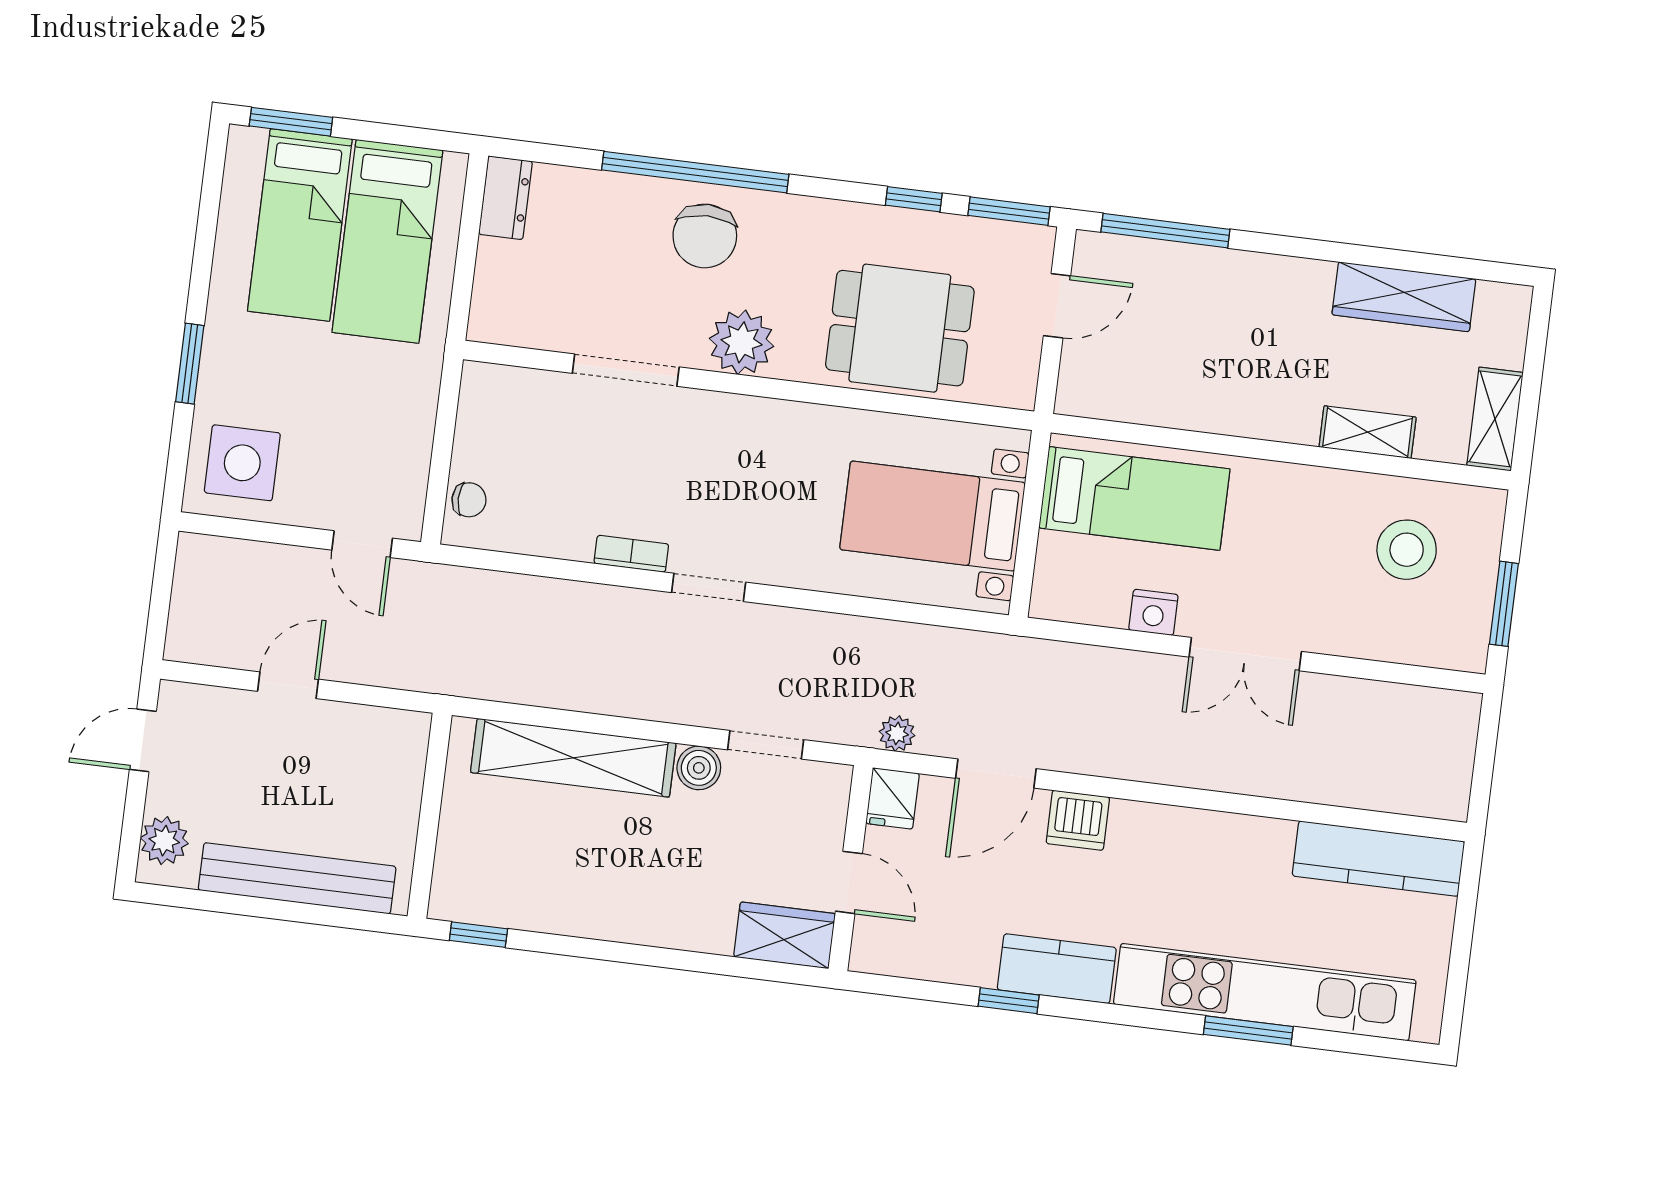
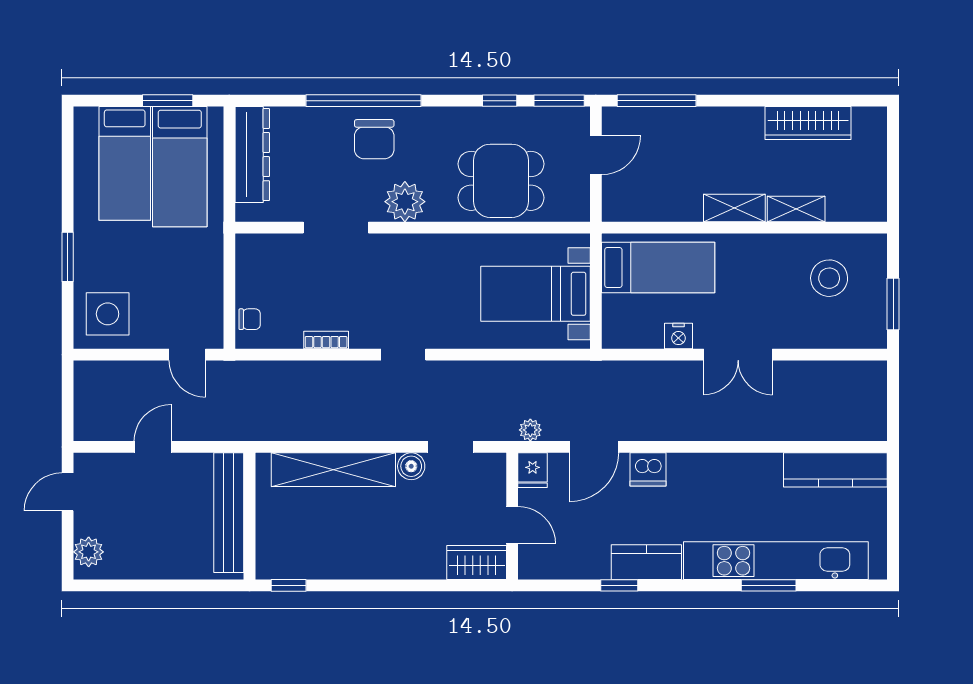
window: (291, 122) -> (168, 101), moved
dresser: (505, 198) -> (252, 155), width x1.96, depth x1.24
shelving: (1495, 419) -> (734, 208), moved, turned 90
bookcase: (631, 554) -> (326, 340), moved
bench: (297, 878) -> (229, 513), moved, turned 90

